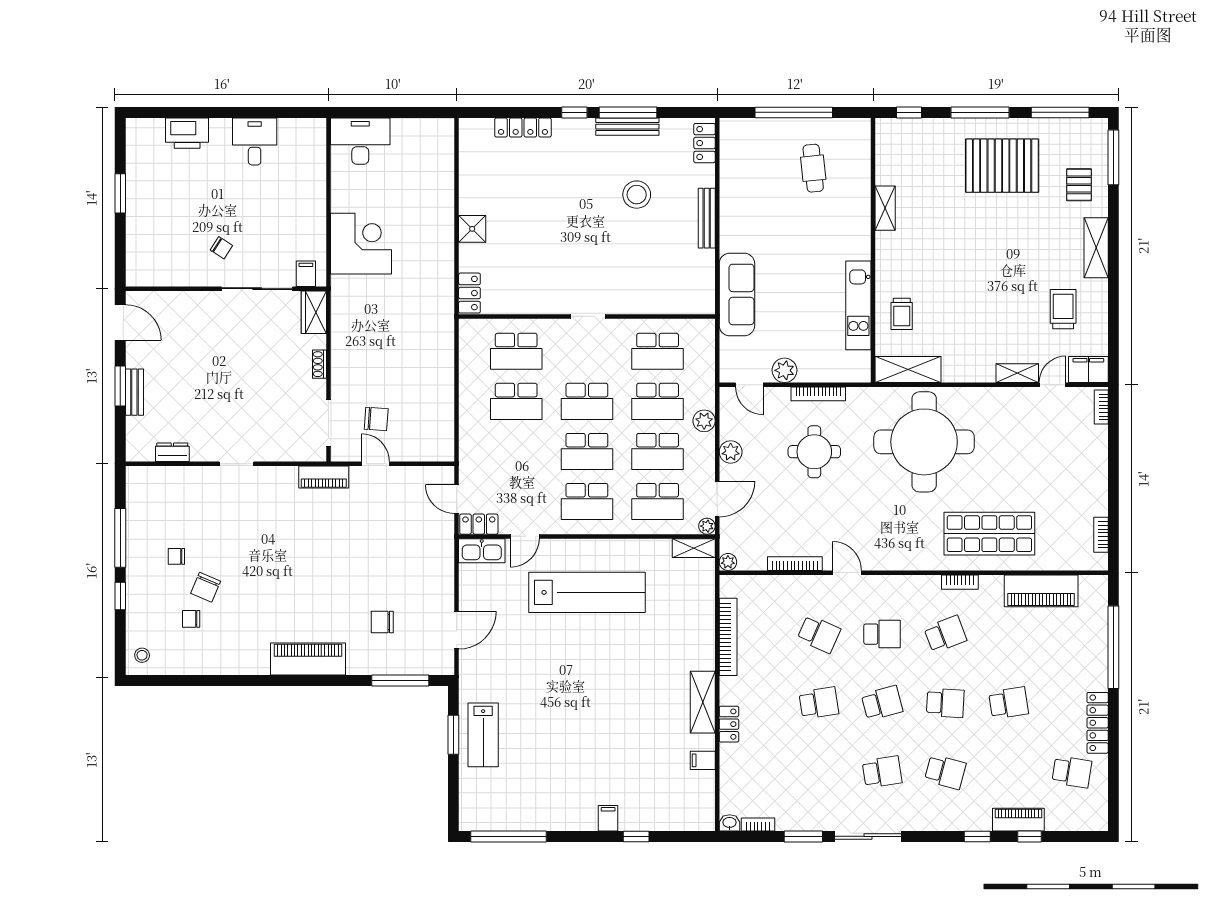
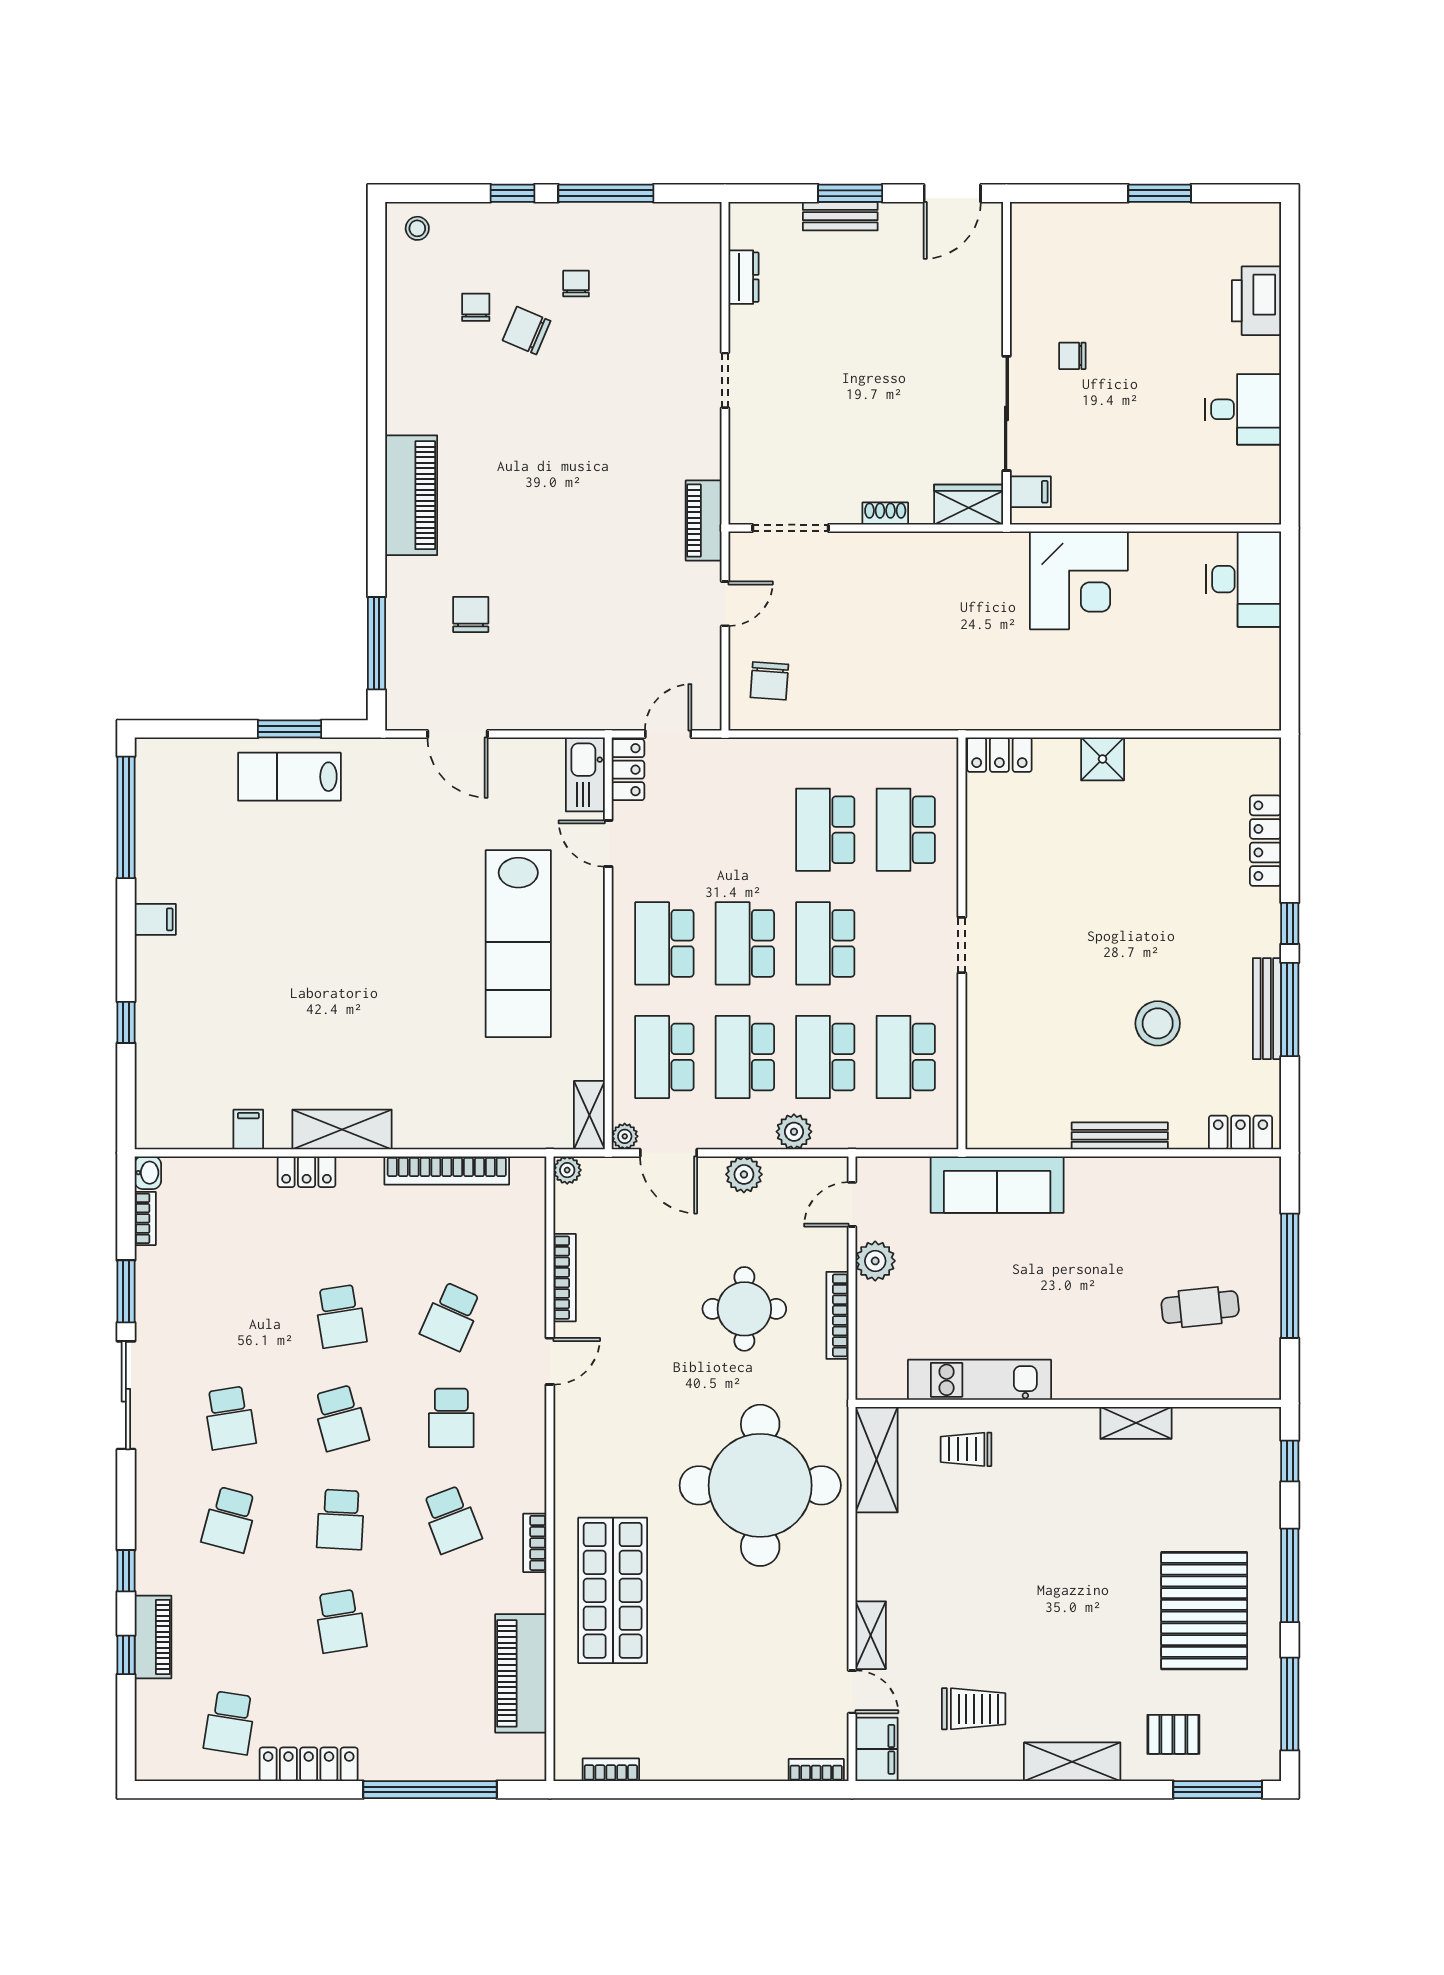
chair: (221, 248) -> (1072, 356), turned 57
chair: (376, 419) -> (769, 681), moved
filing cabinet: (608, 818) -> (155, 919), moved

